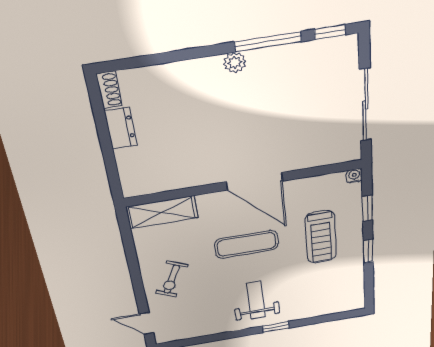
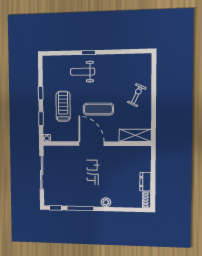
plant: (235, 63) -> (106, 202), moved
weight bench: (256, 300) -> (83, 72), moved, turned 90
door: (147, 323) -> (154, 69), removed

